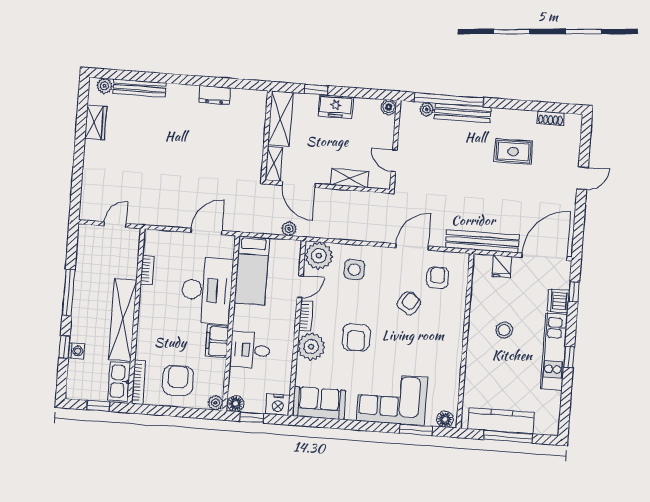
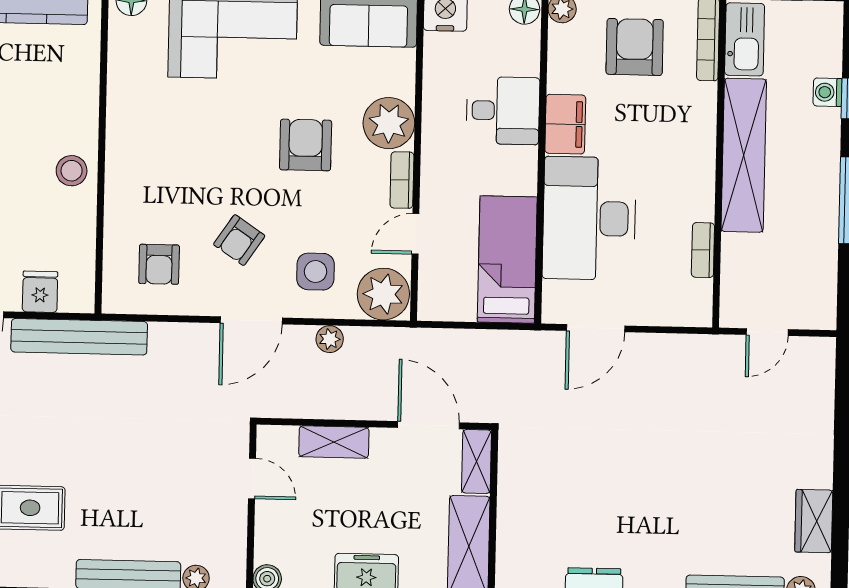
plant: (289, 229) -> (330, 339), moved
door: (412, 247) -> (251, 320), moved
armchair: (409, 303) -> (239, 240), moved
stool: (504, 330) -> (72, 171), moved
armchair: (178, 380) -> (635, 47), turned 180

